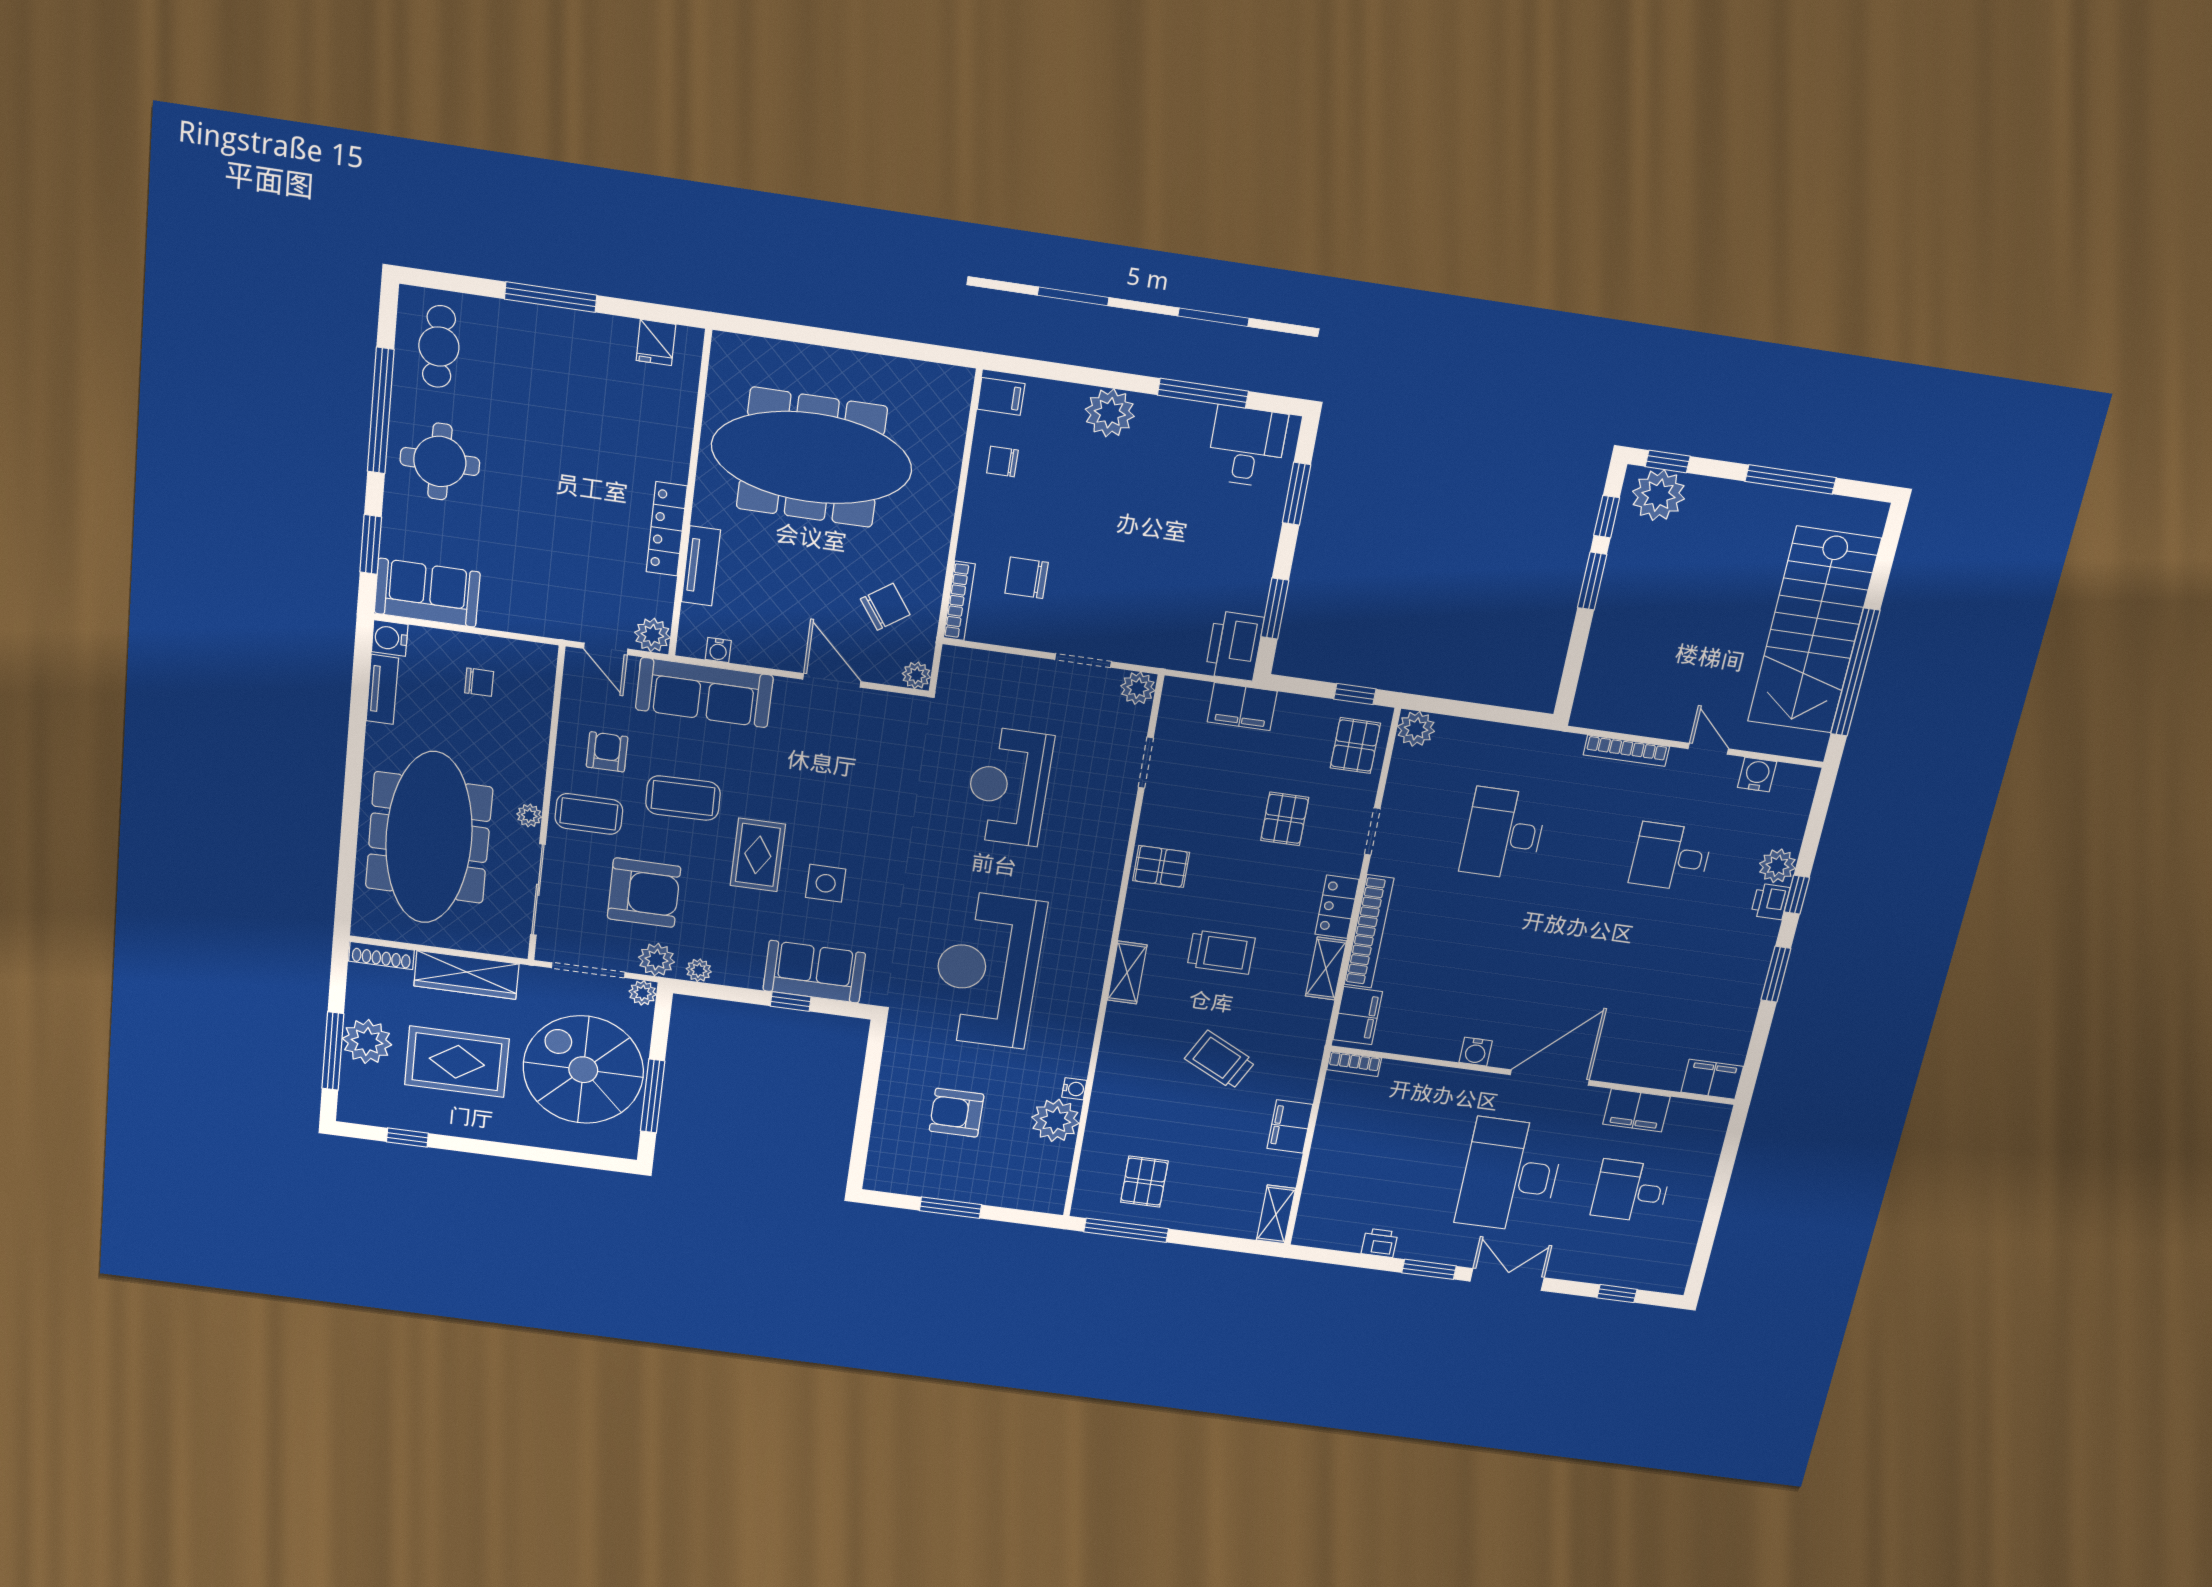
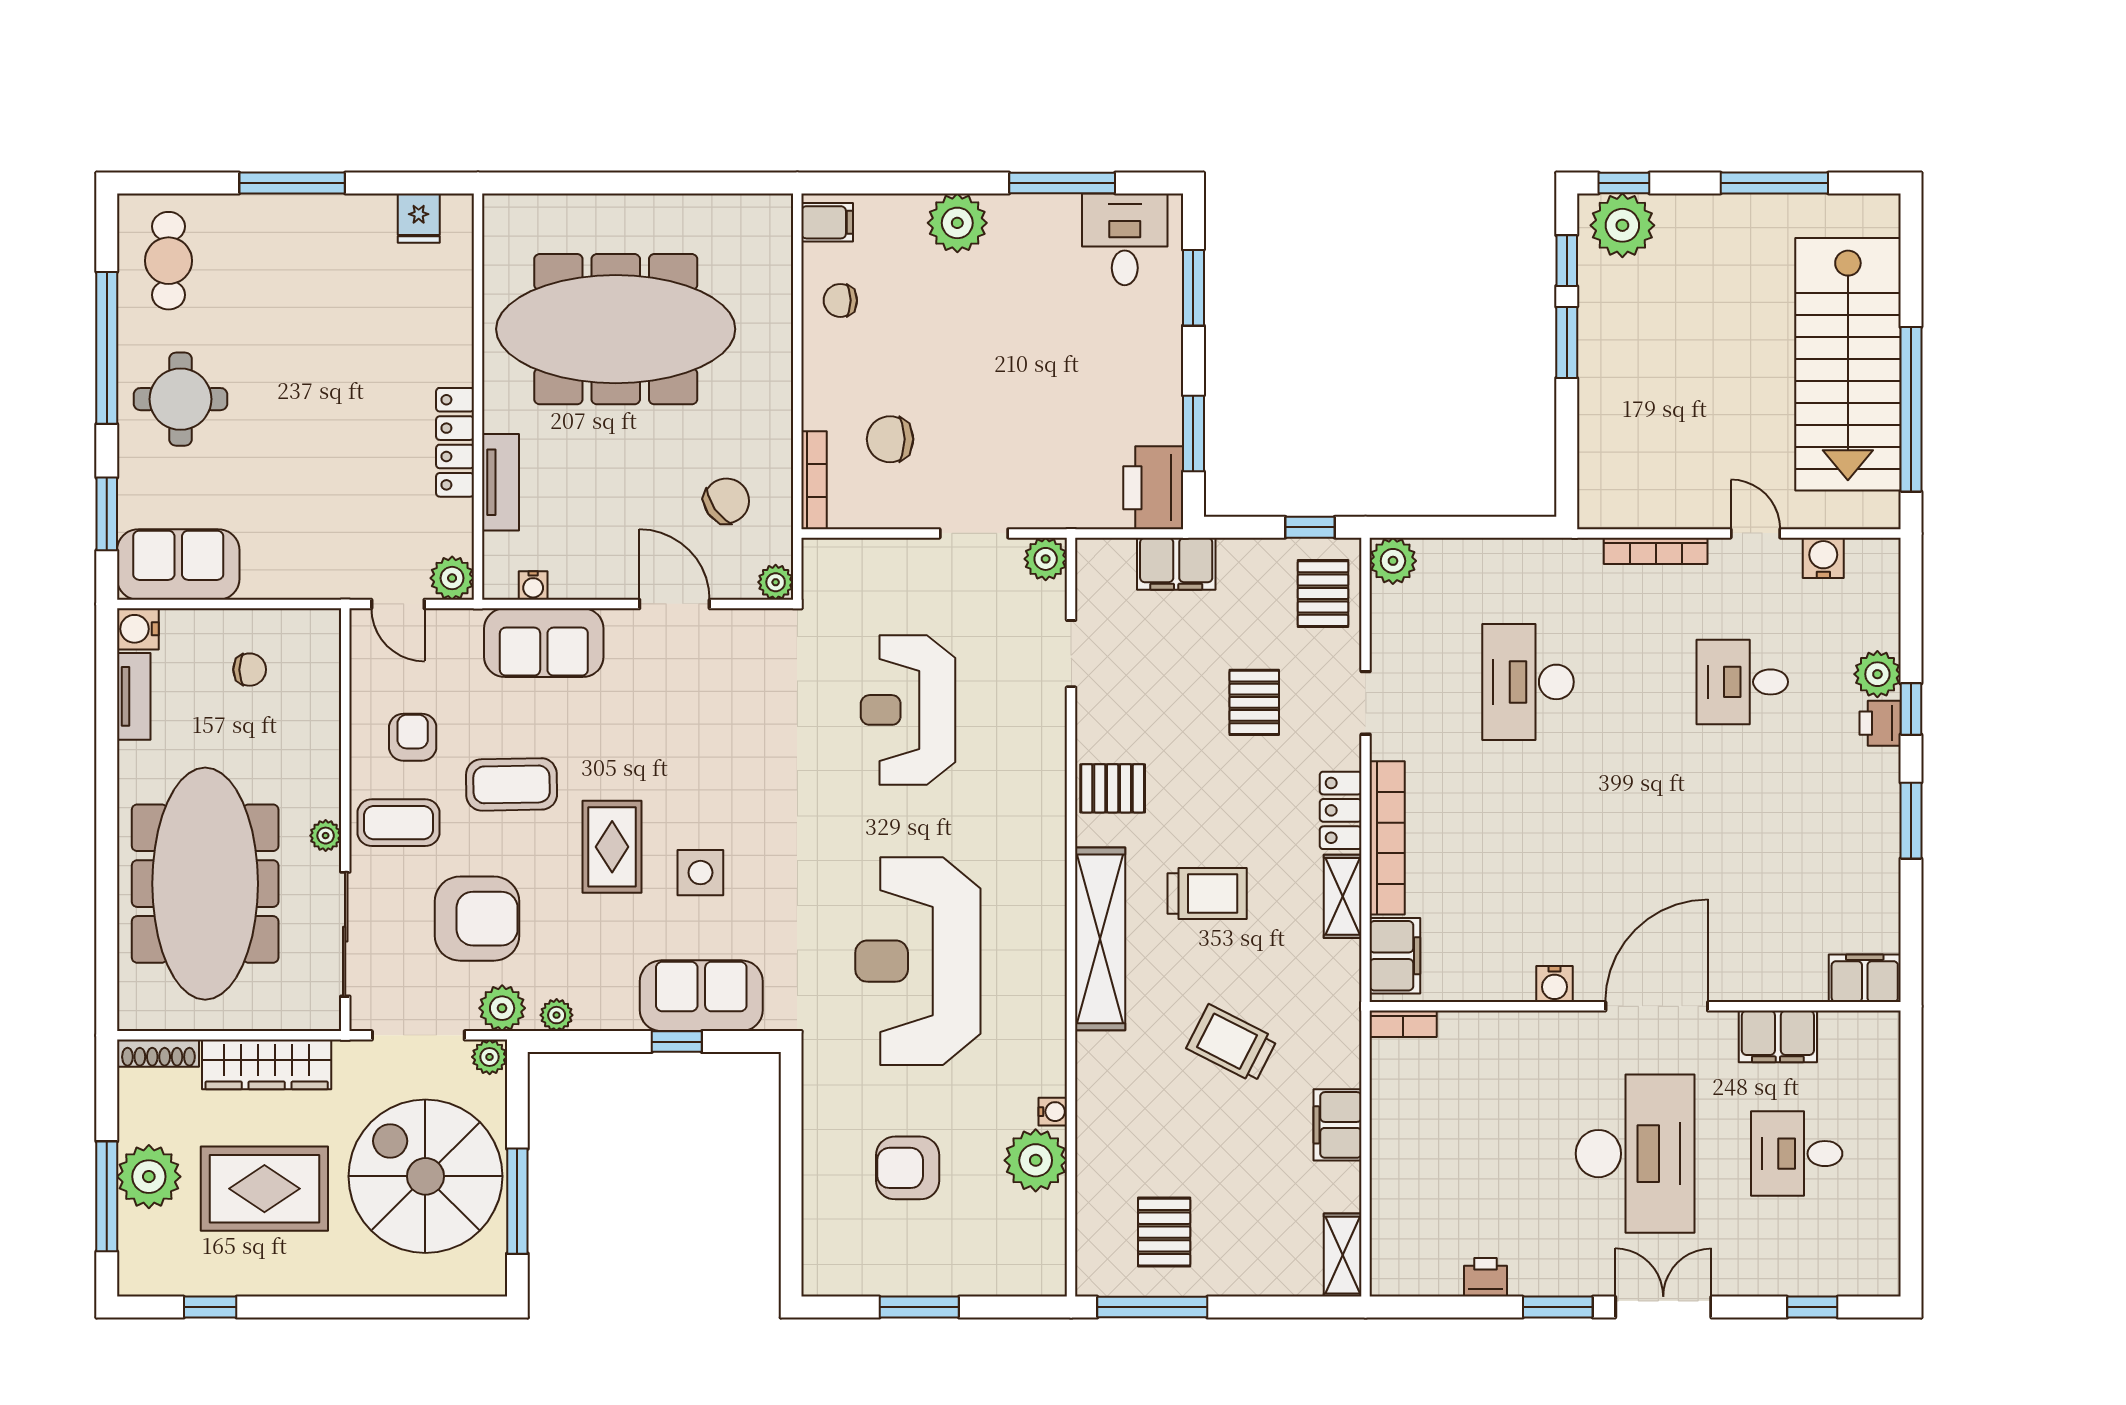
sofa: (704, 693) -> (544, 643), width x0.73
shelving: (1127, 973) -> (1100, 939), width x2.20, depth x1.33
desk: (1510, 1175) -> (1635, 1154), turned 180

